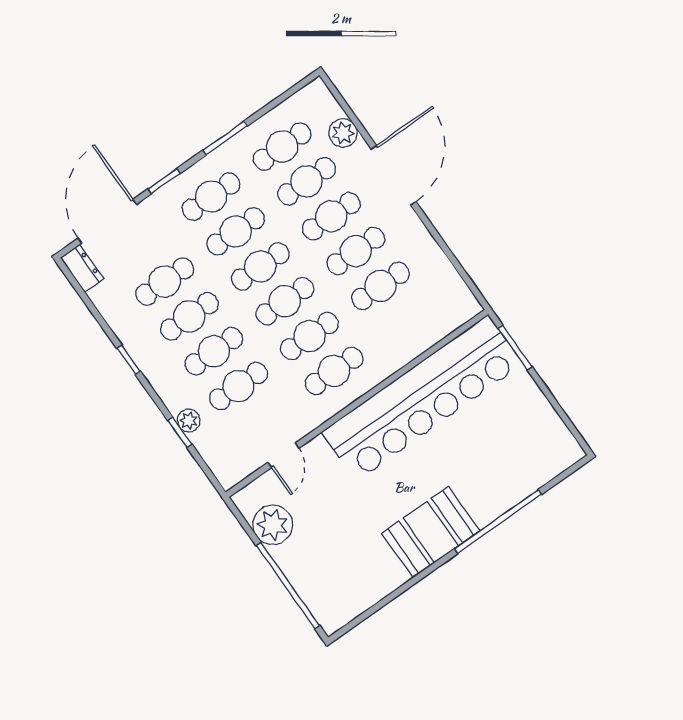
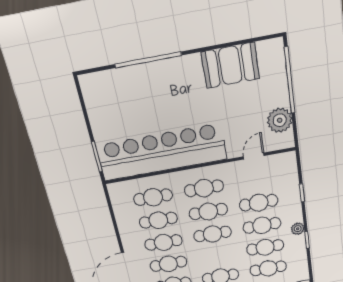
cafe table: (260, 266) -> (153, 197), moved
plant: (189, 421) -> (298, 229), moved
booth: (431, 532) -> (230, 65), moved

